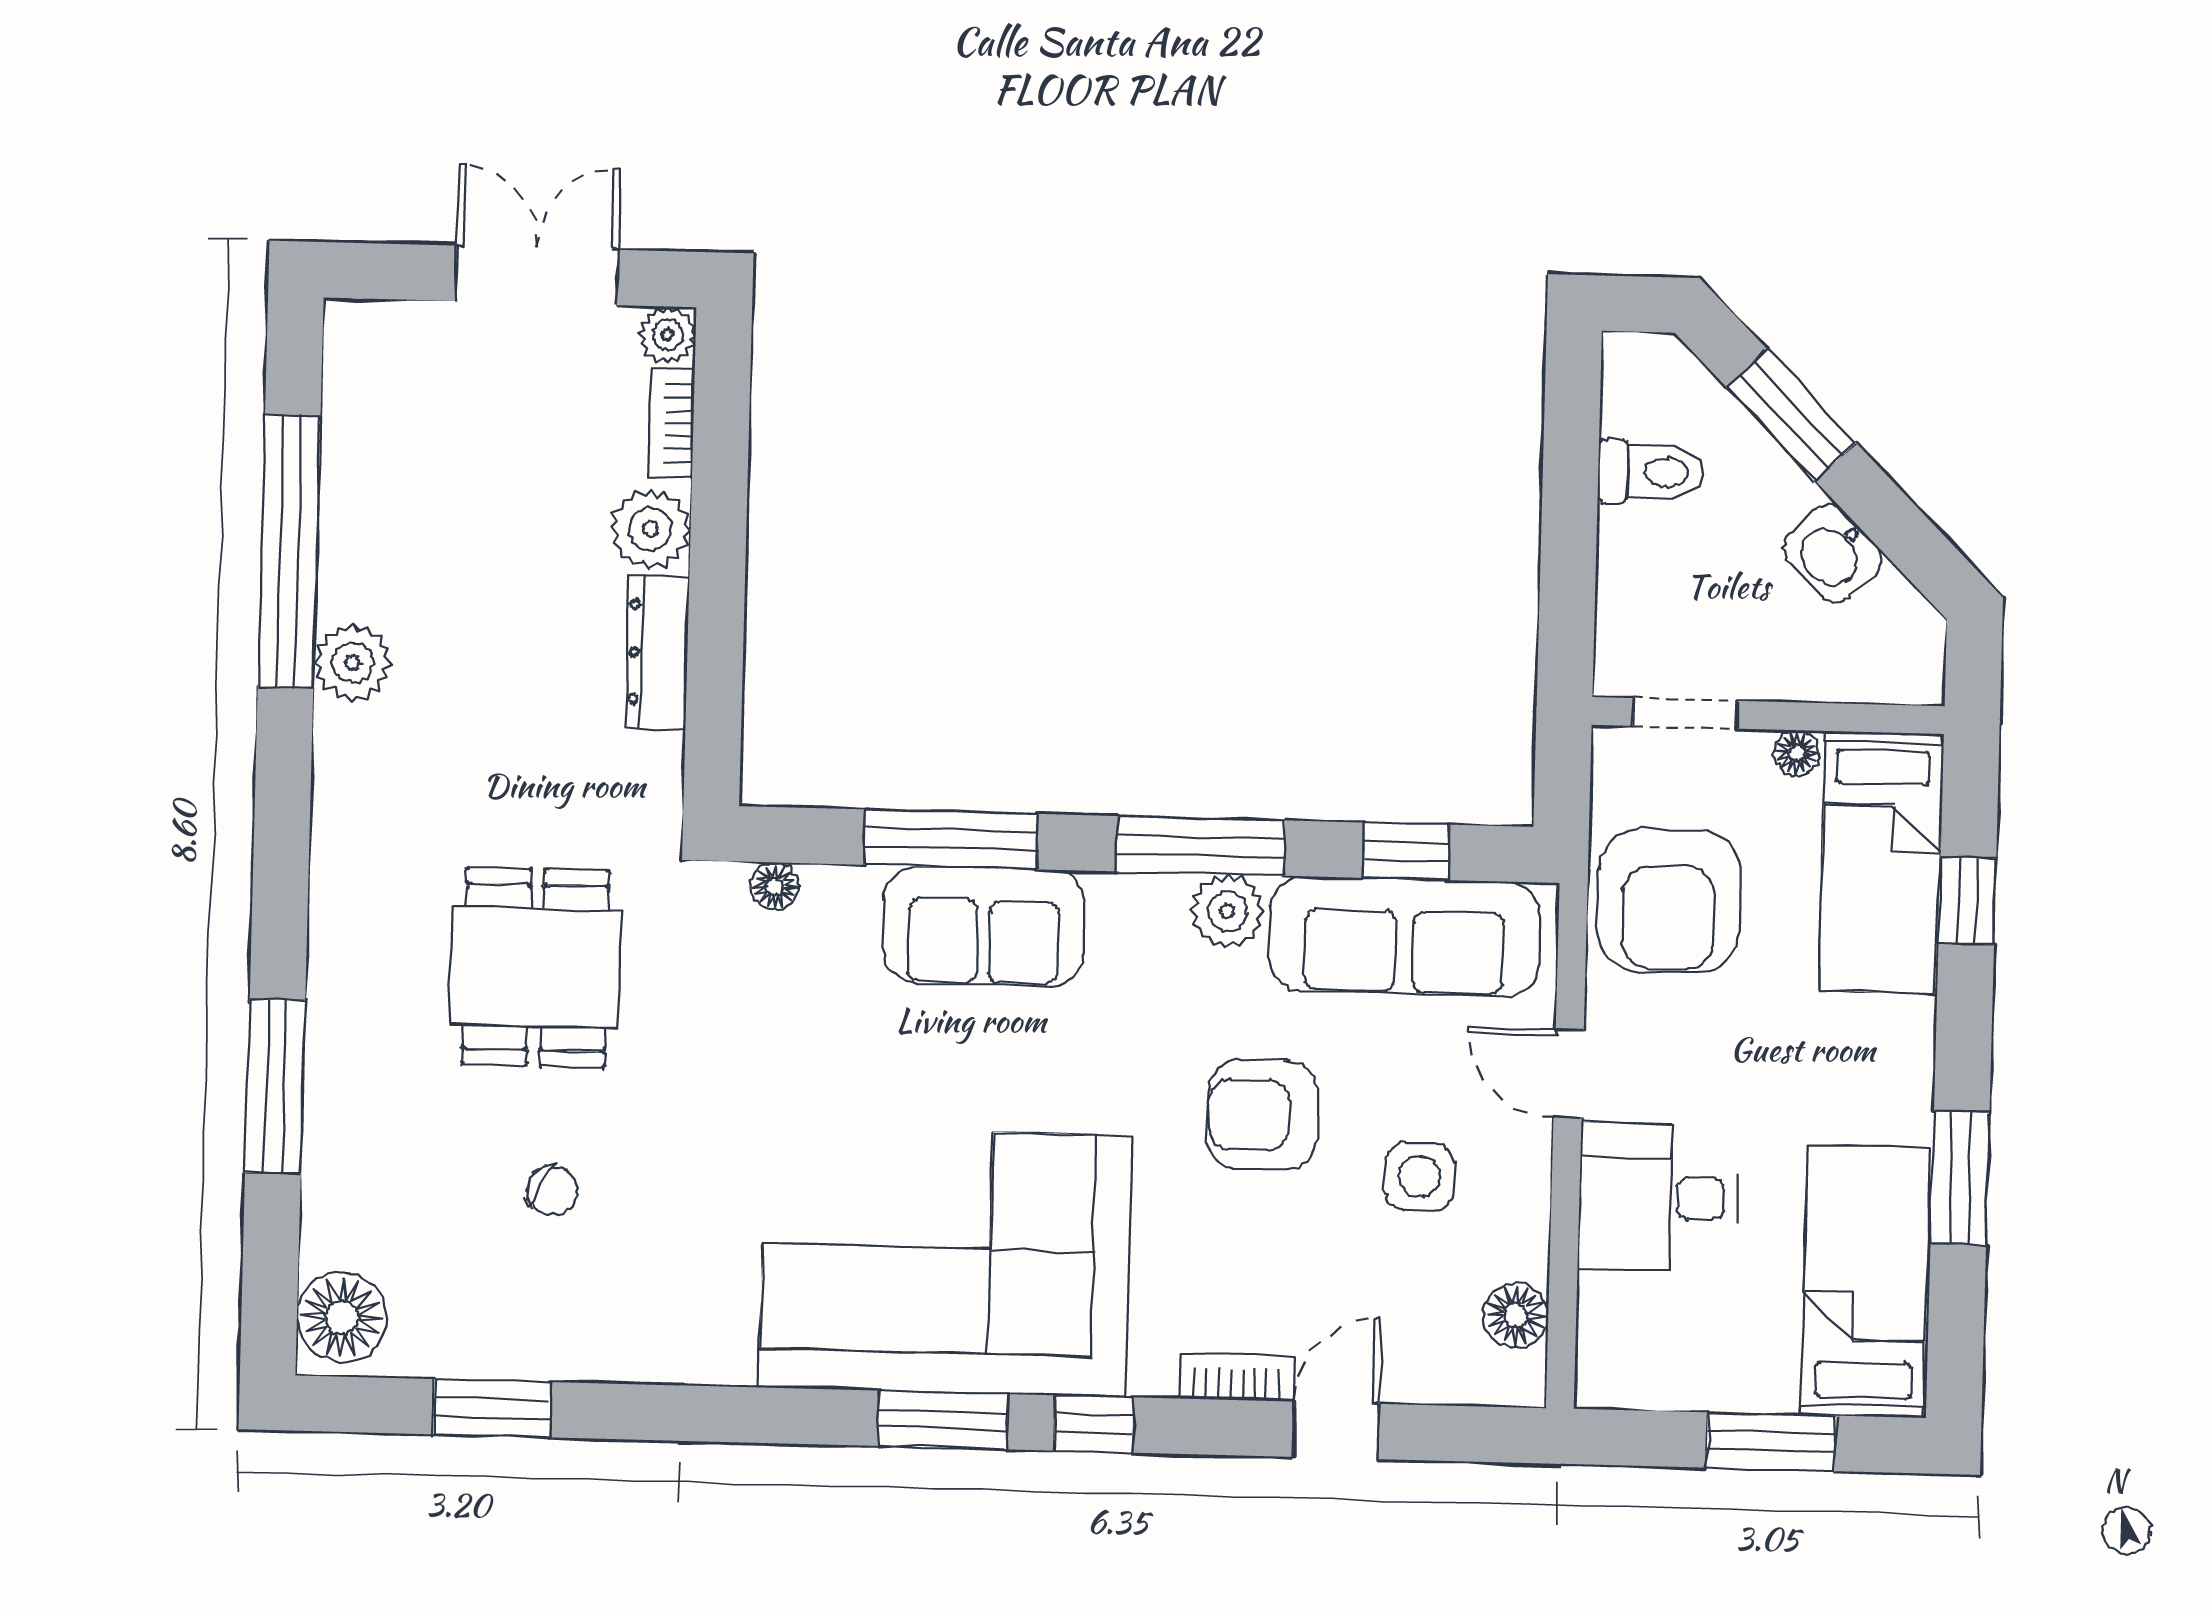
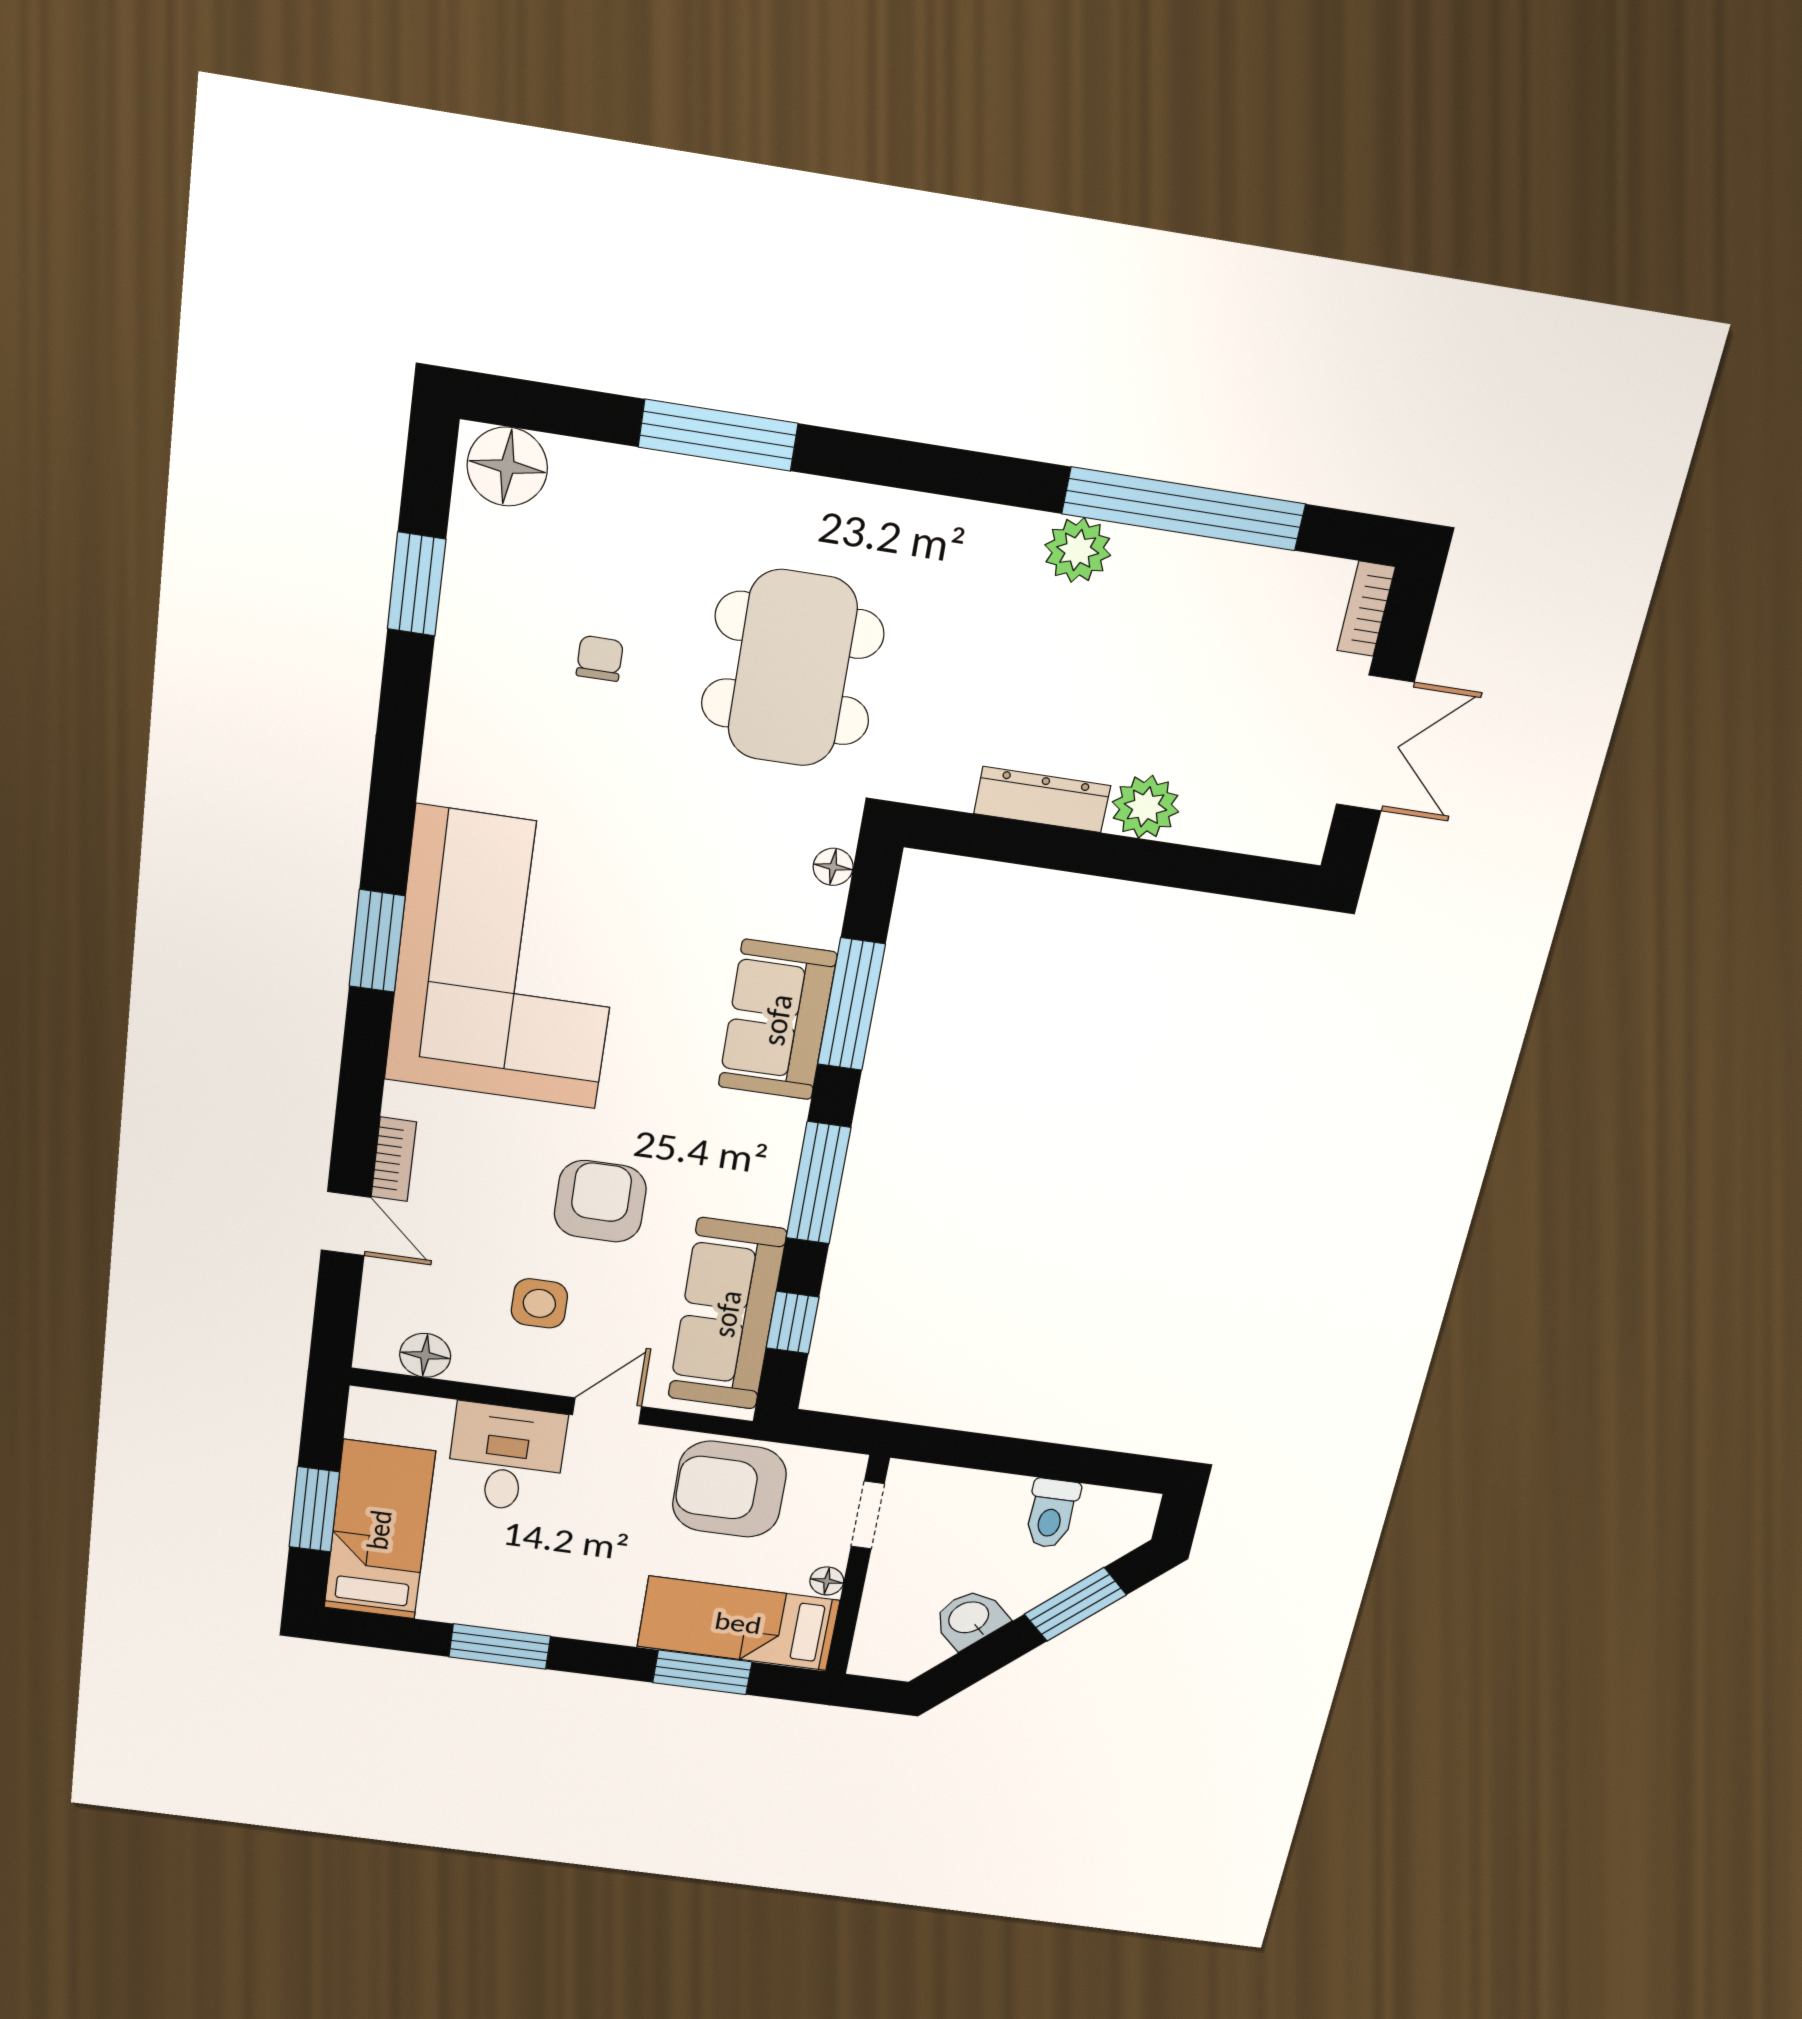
plant: (667, 335) -> (1303, 840), removed
bookcase: (672, 423) -> (1366, 609), moved, turned -90
window: (1967, 901) -> (702, 1672), width x1.50
plant: (1227, 911) -> (764, 1196), removed
dining table: (536, 967) -> (792, 669), width x1.38
chair: (553, 1191) -> (600, 658), turned 153
bed: (1866, 1281) -> (379, 1530), moved, turned -90
window: (1094, 1424) -> (365, 1053), removed

